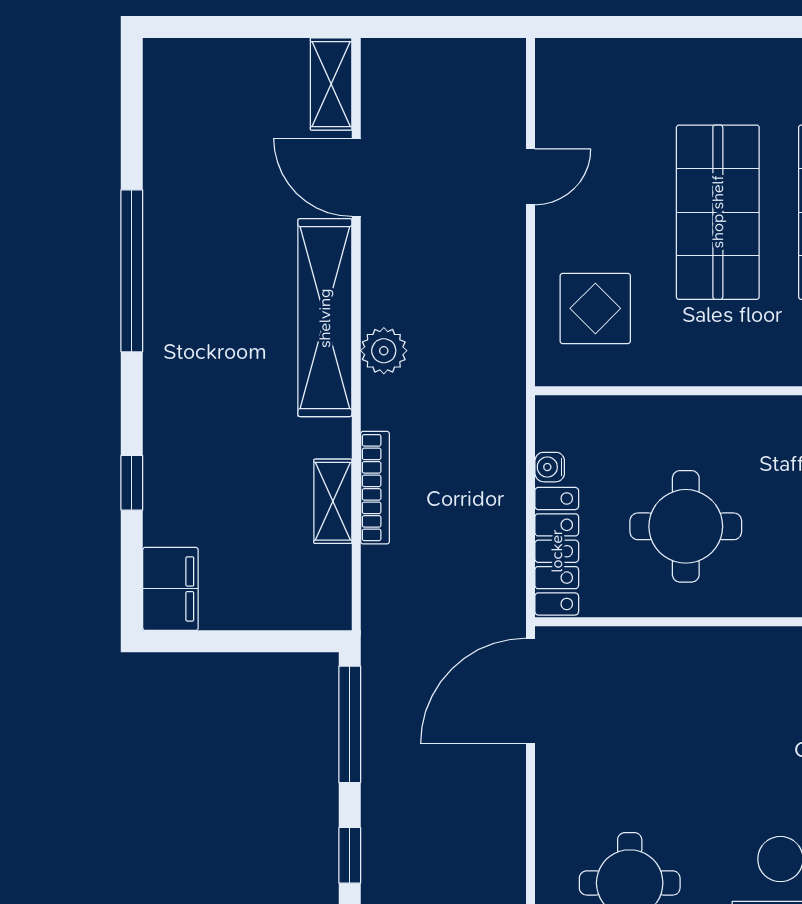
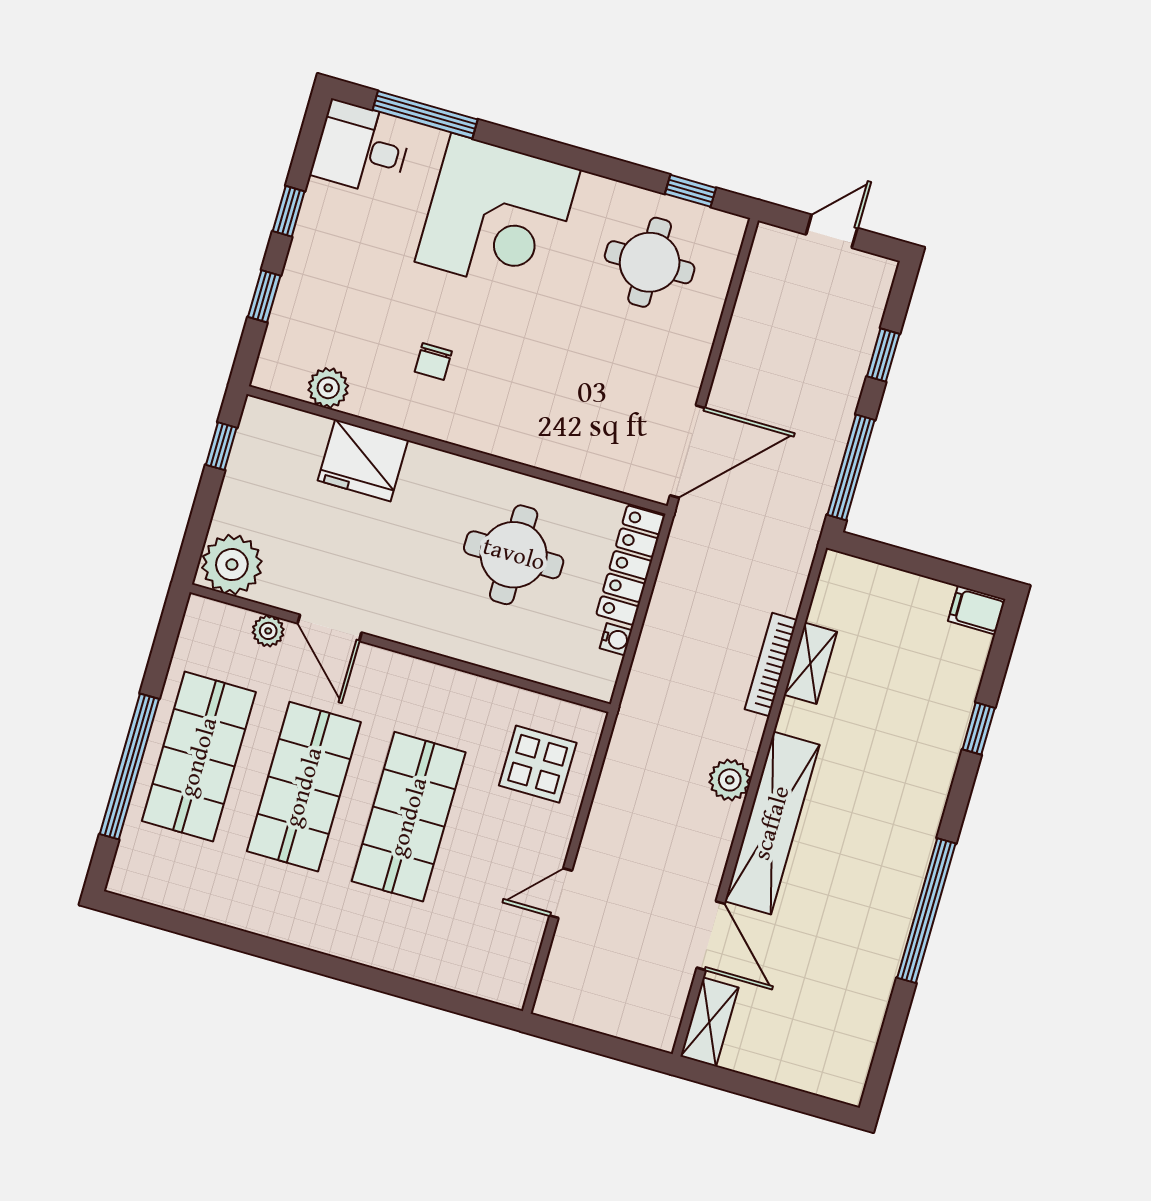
filing cabinet: (170, 589) -> (977, 610), width x0.50

